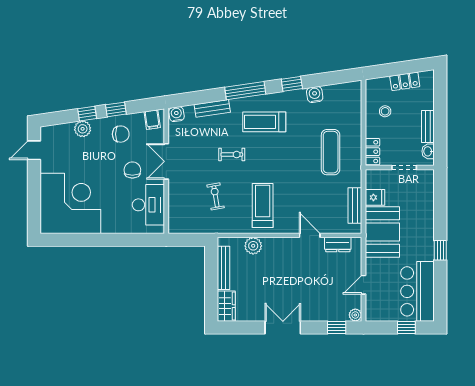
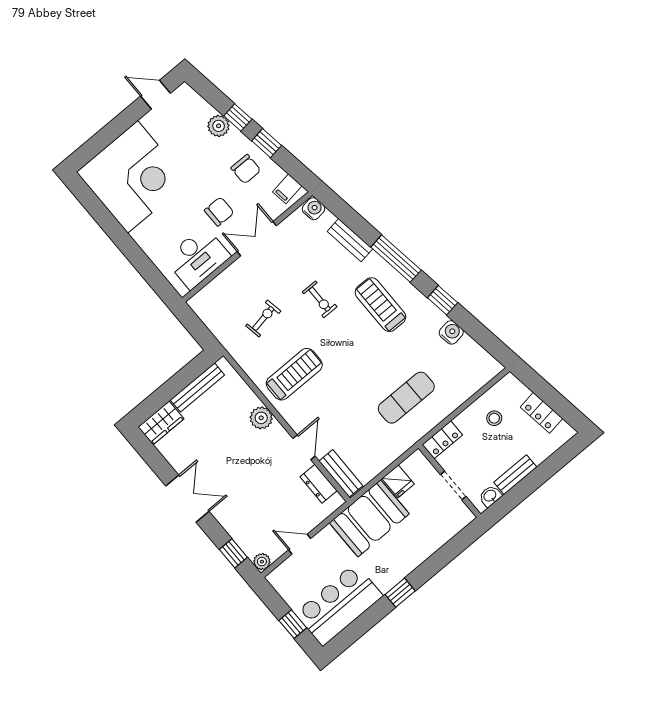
bench: (355, 205) -> (341, 473), moved, turned 90
plant: (253, 246) -> (261, 418), moved

